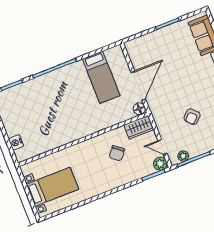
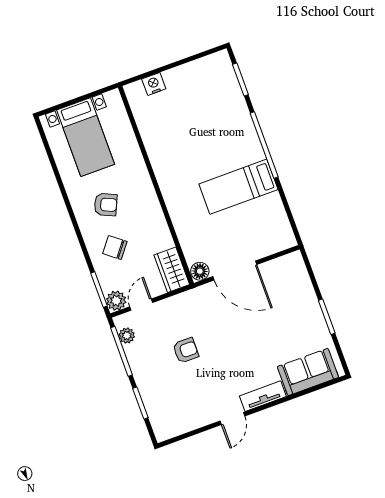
bed: (101, 77) -> (238, 187), moved
armchair: (192, 117) -> (186, 350), turned 134
chair: (117, 153) -> (115, 248), moved
armchair: (97, 172) -> (106, 205), added

